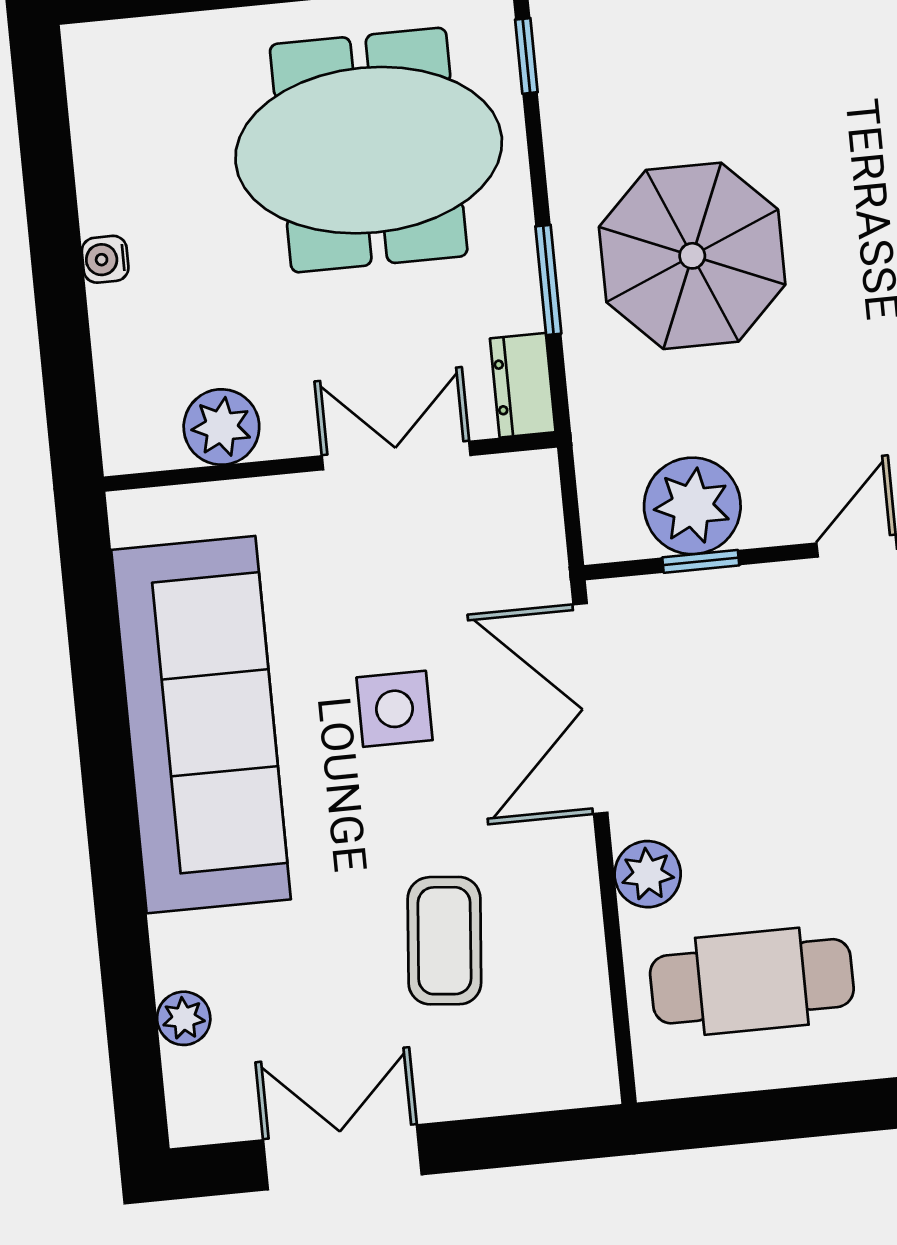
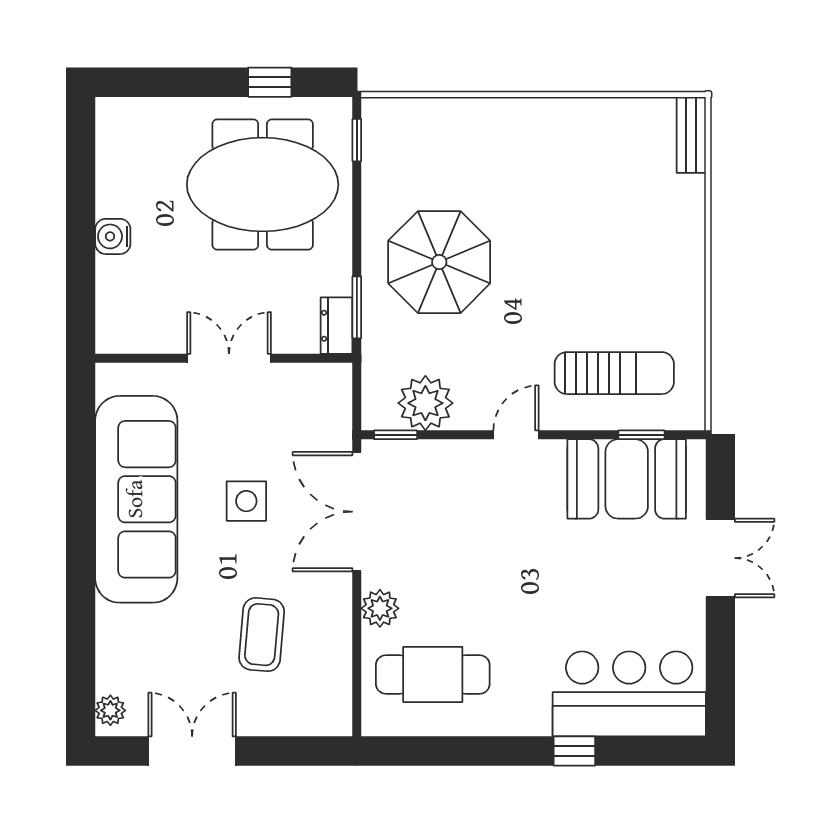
water cooler: (105, 259) -> (113, 236), width x1.38, depth x1.38
window: (548, 280) -> (357, 307), moved
plant: (221, 427) -> (164, 333), removed
double door: (396, 456) -> (229, 358), moved
window: (701, 561) -> (396, 435), moved
plant: (184, 1018) -> (110, 710), moved

